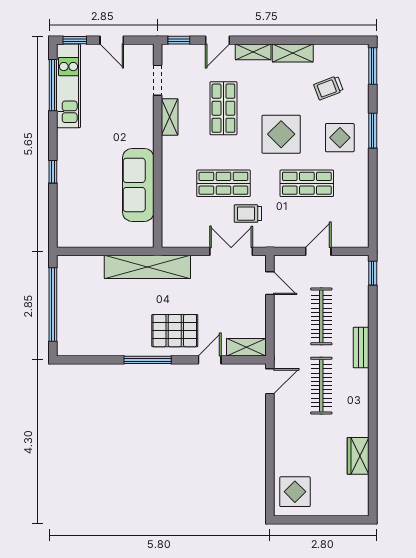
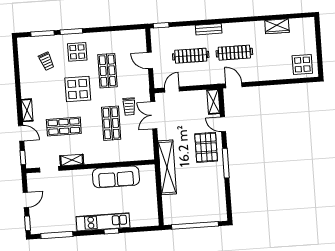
shelving: (293, 53) -> (26, 85), removed
window: (373, 66) -> (43, 33), moved
kitchen unit: (68, 86) -> (103, 222), moved

